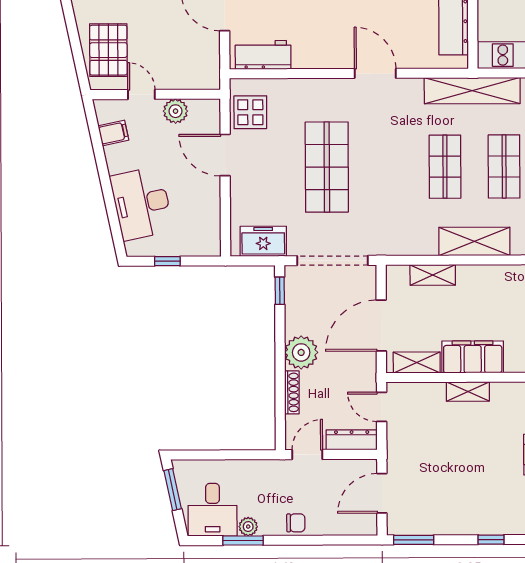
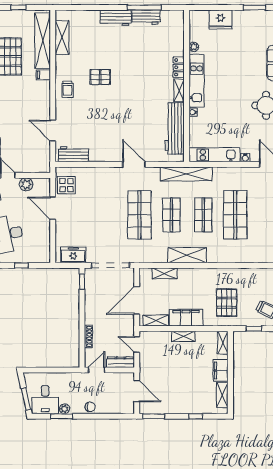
shop shelf: (327, 167) -> (139, 215), moved
plant: (301, 352) -> (93, 315), removed
window: (173, 490) -> (26, 399), moved
door: (382, 493) -> (137, 391), swing flipped

